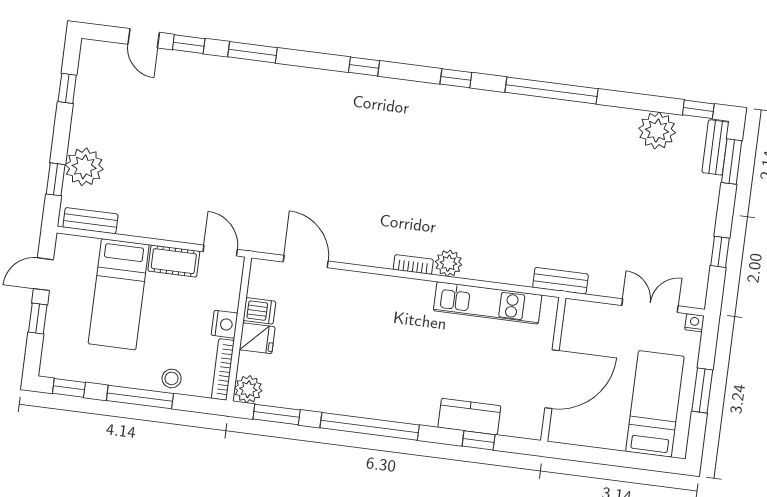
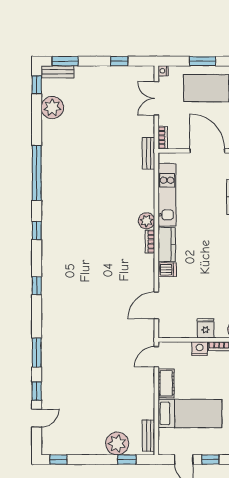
window: (67, 88) -> (58, 460), moved
kitchen counter: (405, 292) -> (167, 244), added
bookcase: (584, 308) -> (163, 138), added
dishwasher: (259, 311) -> (167, 270), moved, turned 90

